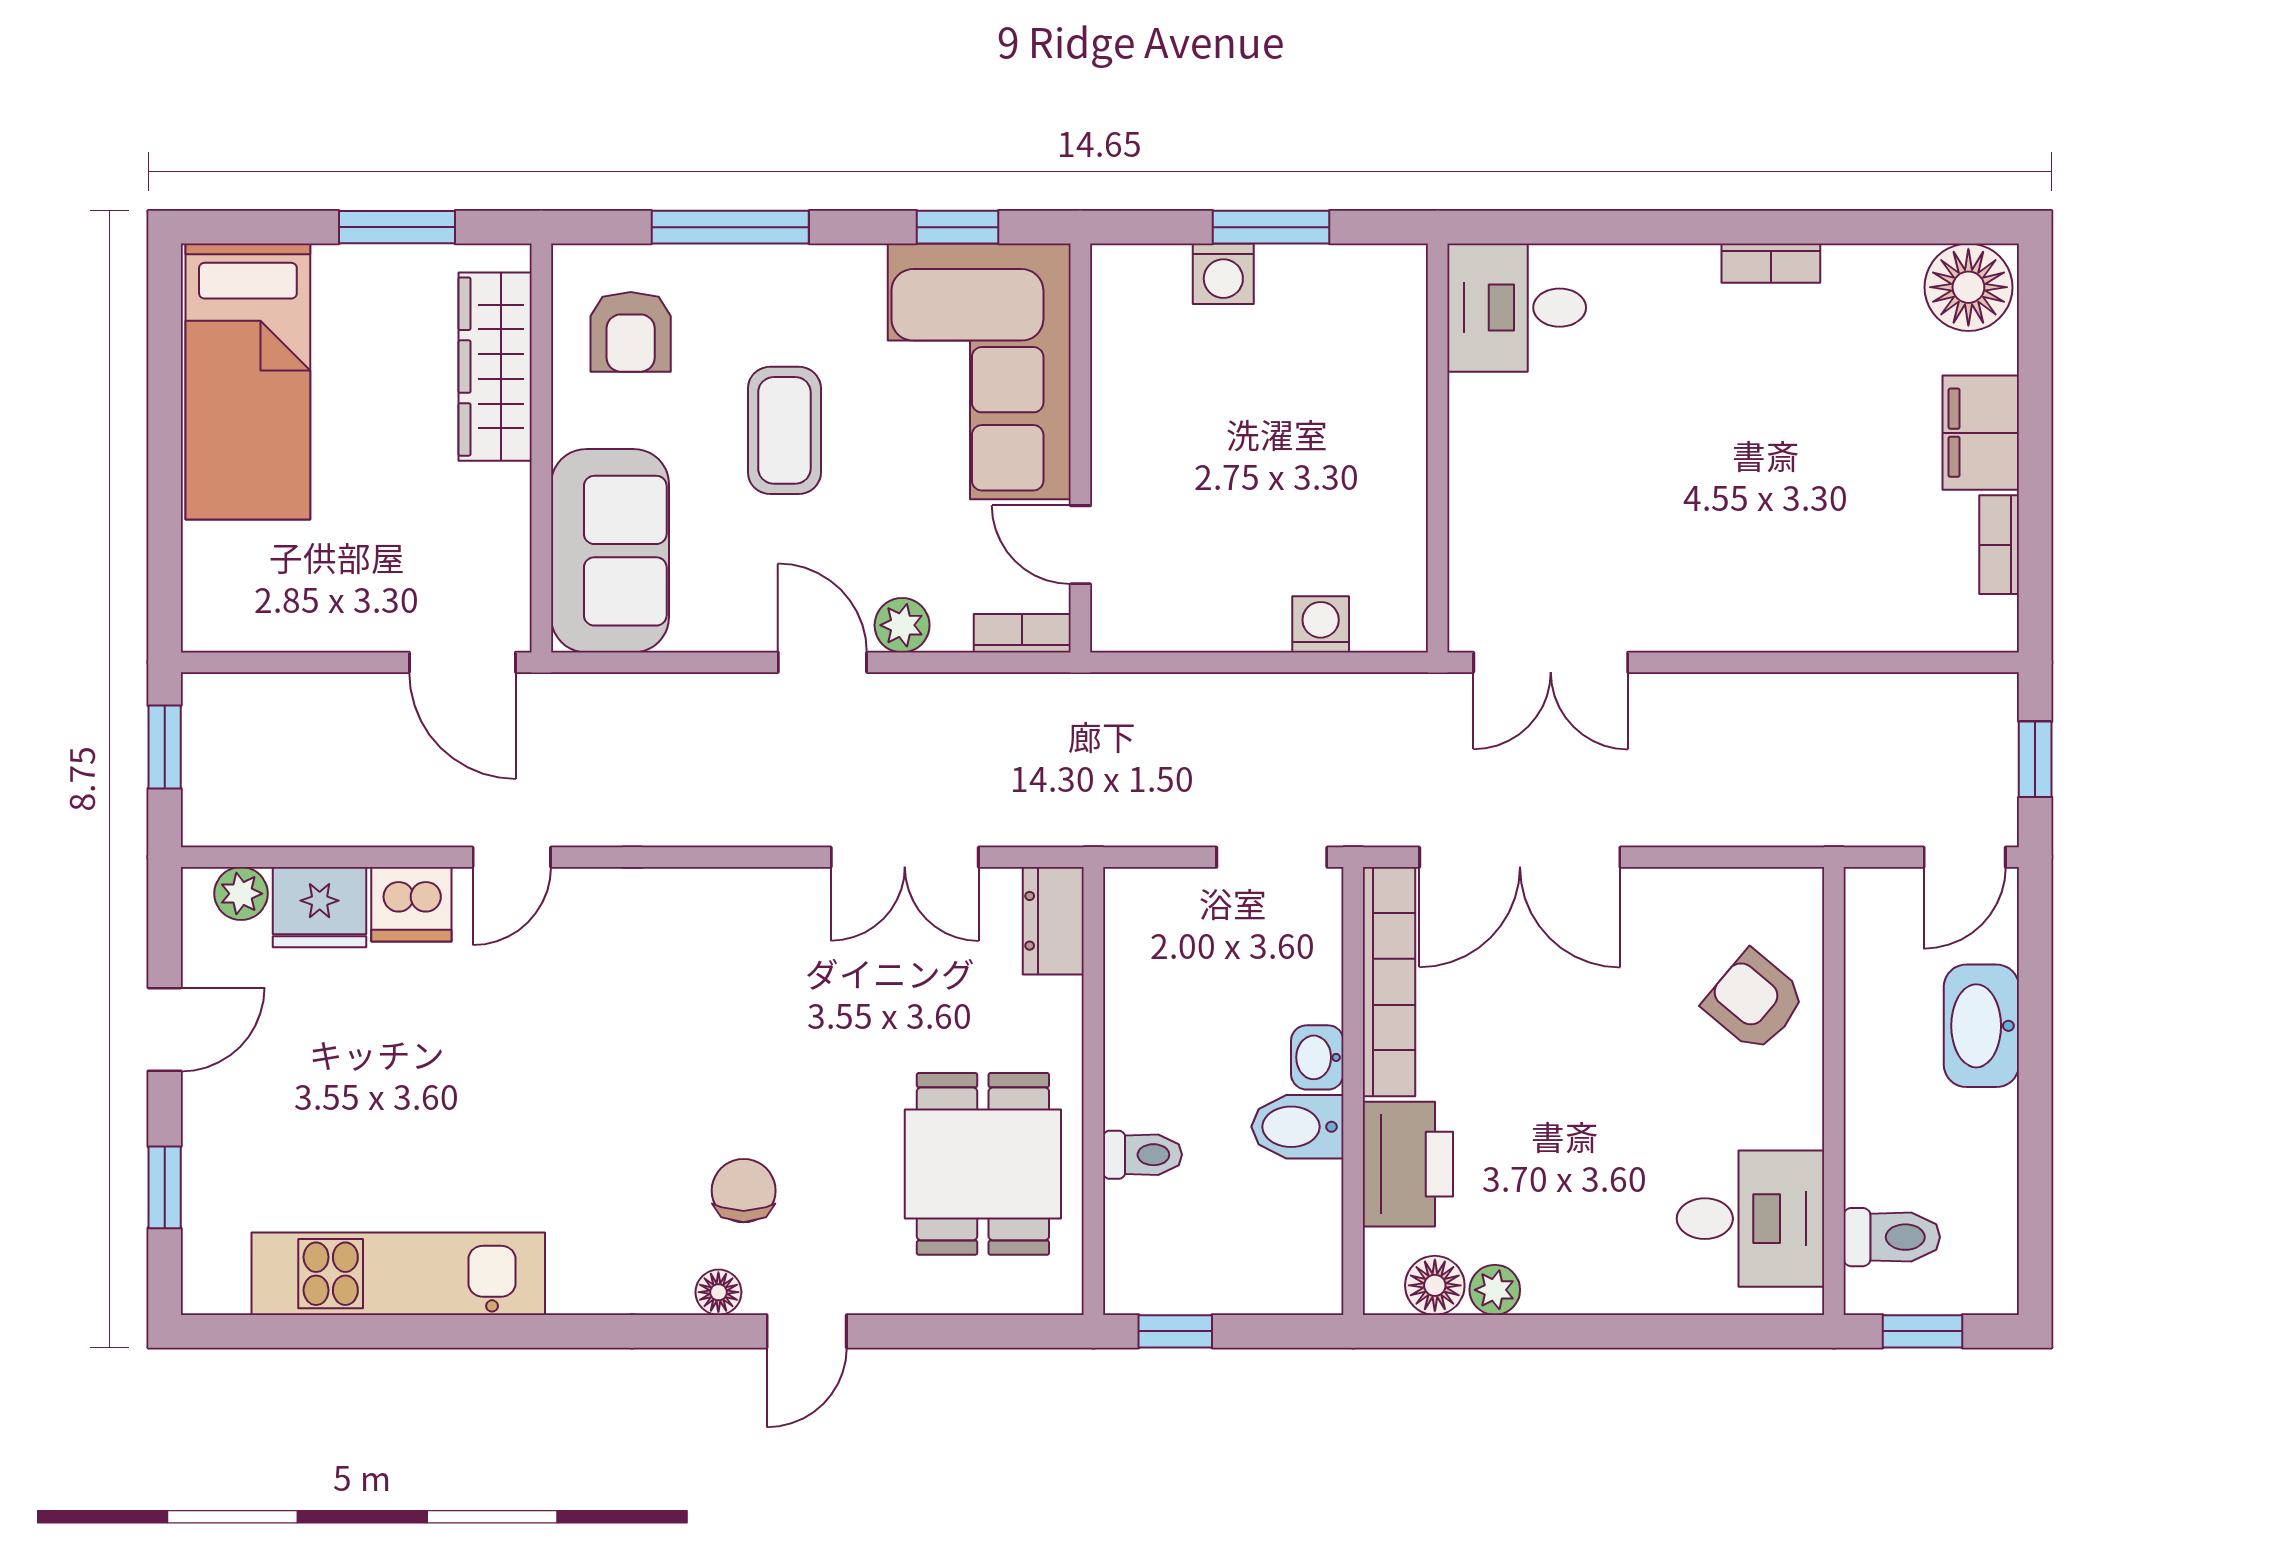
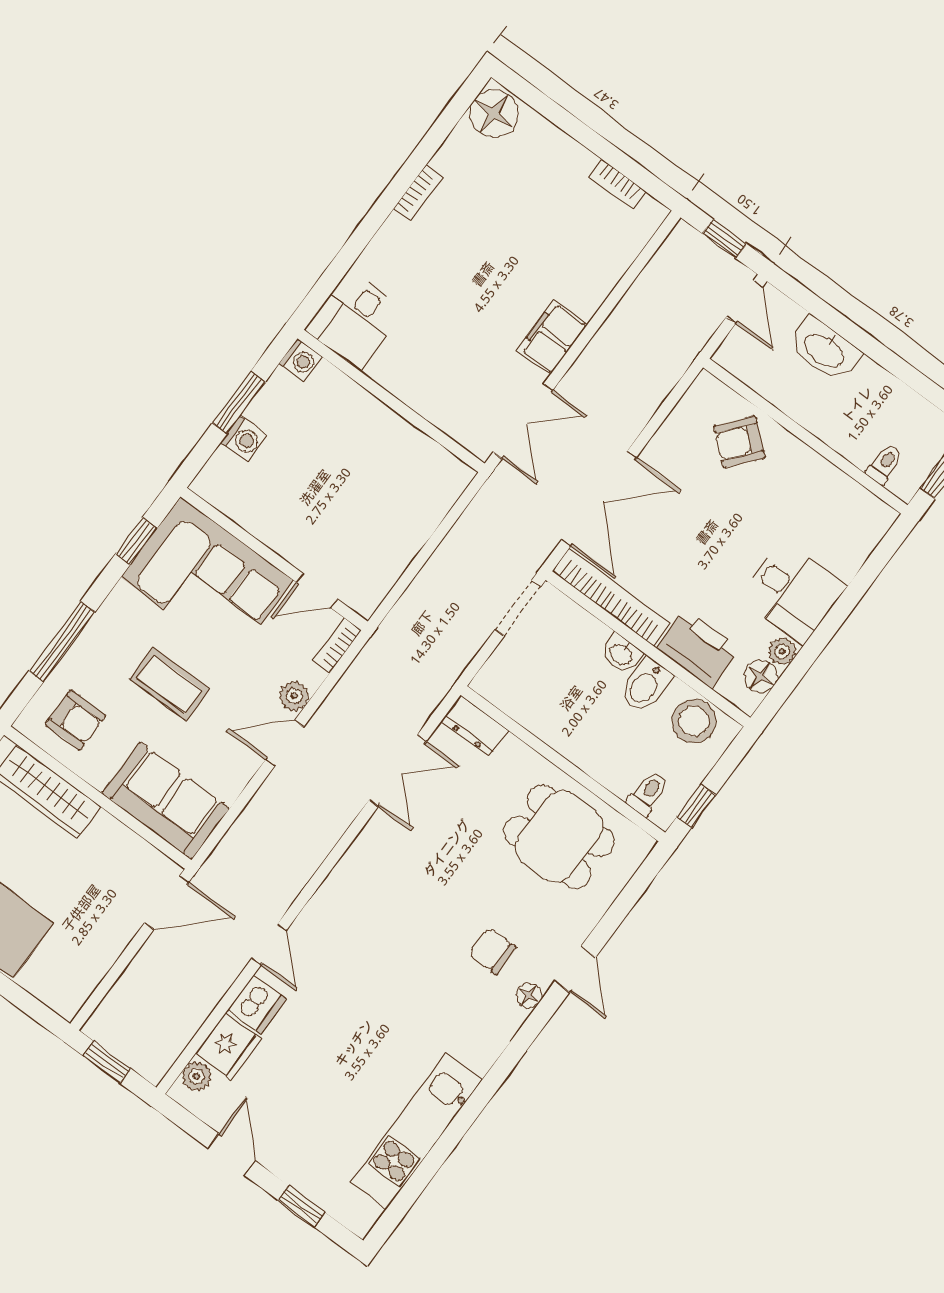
filing cabinet: (1981, 433) -> (552, 337), moved, turned 90
washing machine: (1321, 624) -> (301, 360), moved, turned 180
toilet: (1142, 1155) -> (648, 793), moved
desk: (1750, 1219) -> (793, 592), moved, turned 90
stool: (1297, 1236) -> (694, 721), added
toilet: (1892, 1237) -> (884, 464), width x0.73, depth x0.72

